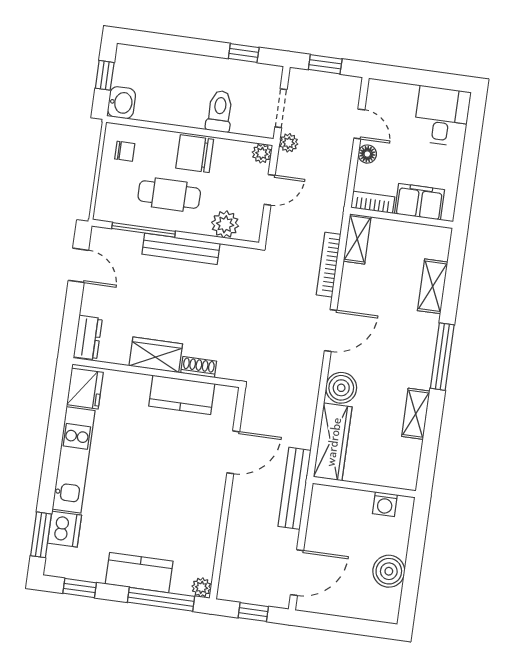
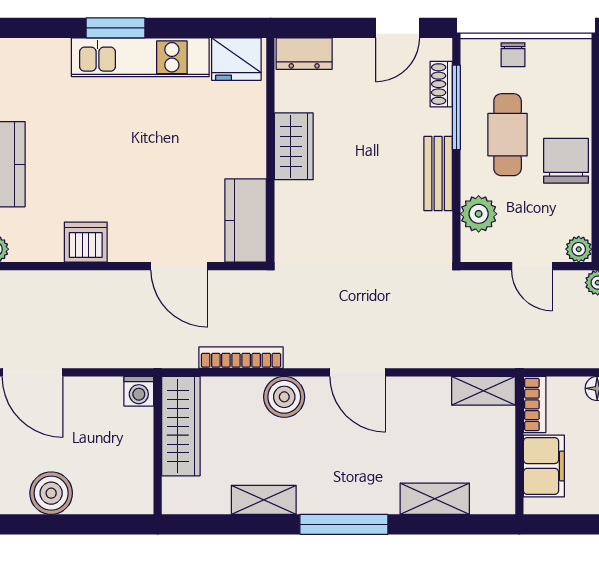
chair: (125, 151) -> (513, 55), moved
bench: (181, 249) -> (438, 174), width x0.73
bookcase: (329, 265) -> (241, 358), moved
shoe rack: (199, 367) -> (441, 84), moved, turned 180
kitchen counter: (182, 395) -> (246, 221), moved
wardrobe: (333, 442) -> (181, 426), moved, turned -90
bench: (294, 488) -> (143, 354), removed
washing machine: (385, 504) -> (139, 391), moved, turned -90
dishwasher: (65, 529) -> (86, 242), moved, turned 180
window: (41, 535) -> (116, 28), moved

